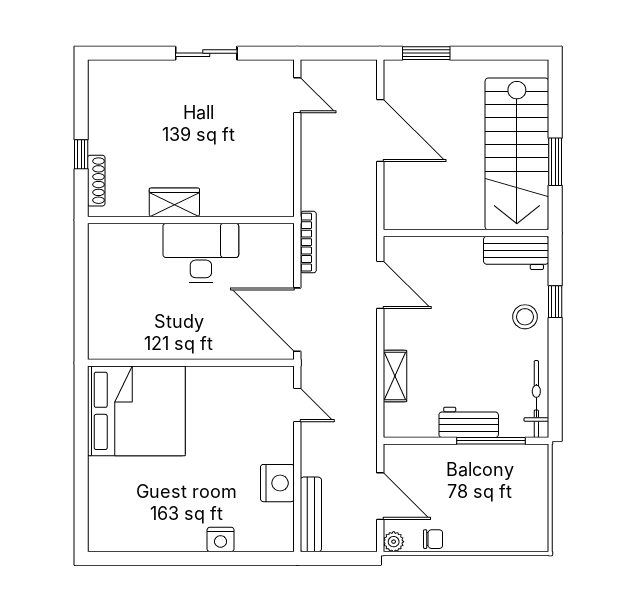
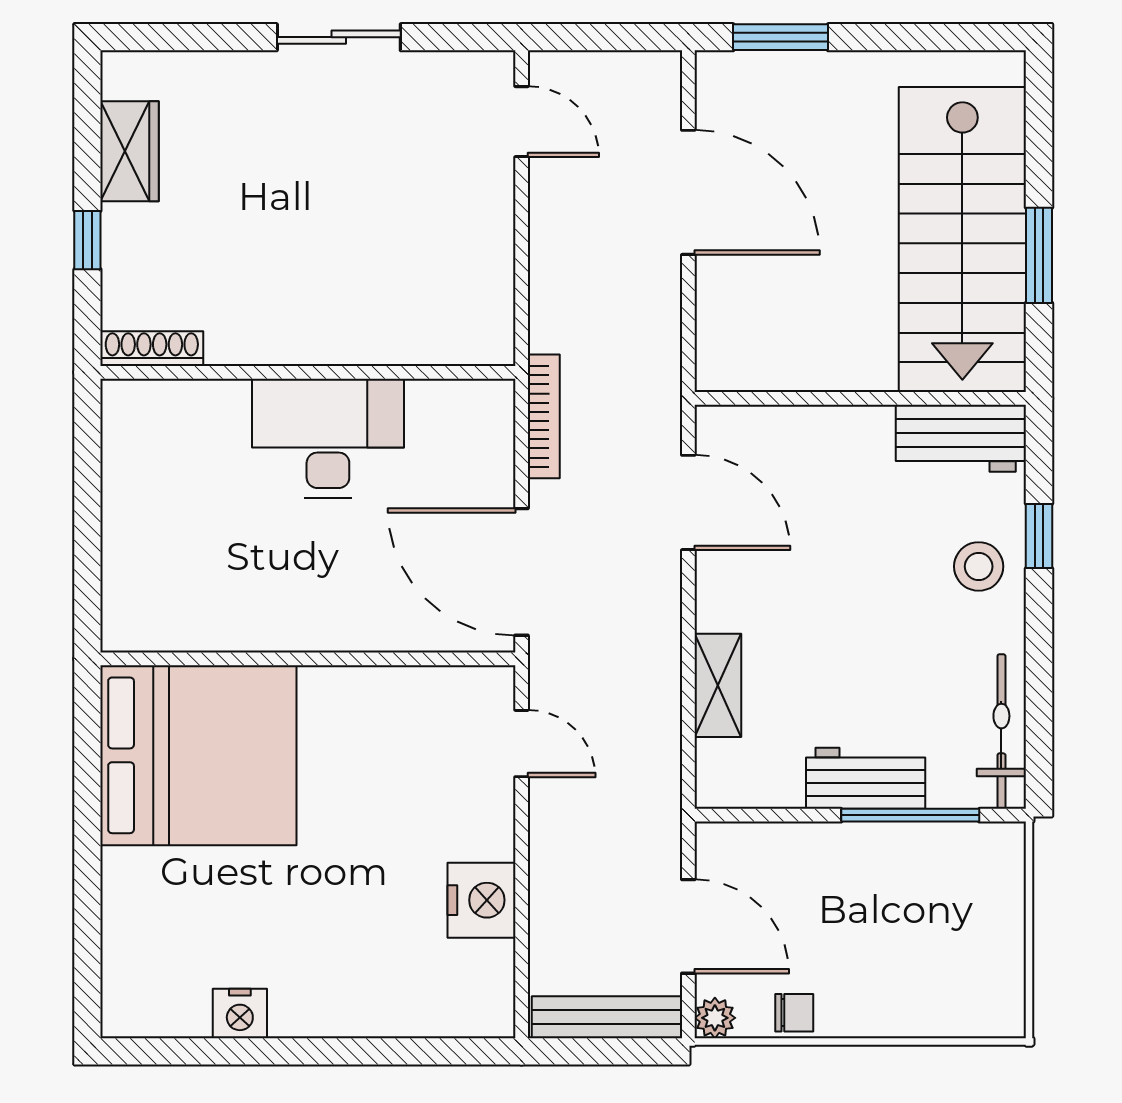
shoe rack: (96, 181) -> (152, 349), moved, turned -90
wardrobe: (174, 202) -> (130, 151), moved, turned 90
bench: (311, 514) -> (607, 1017), moved, turned 90
nightstand: (221, 539) -> (240, 1014), moved

